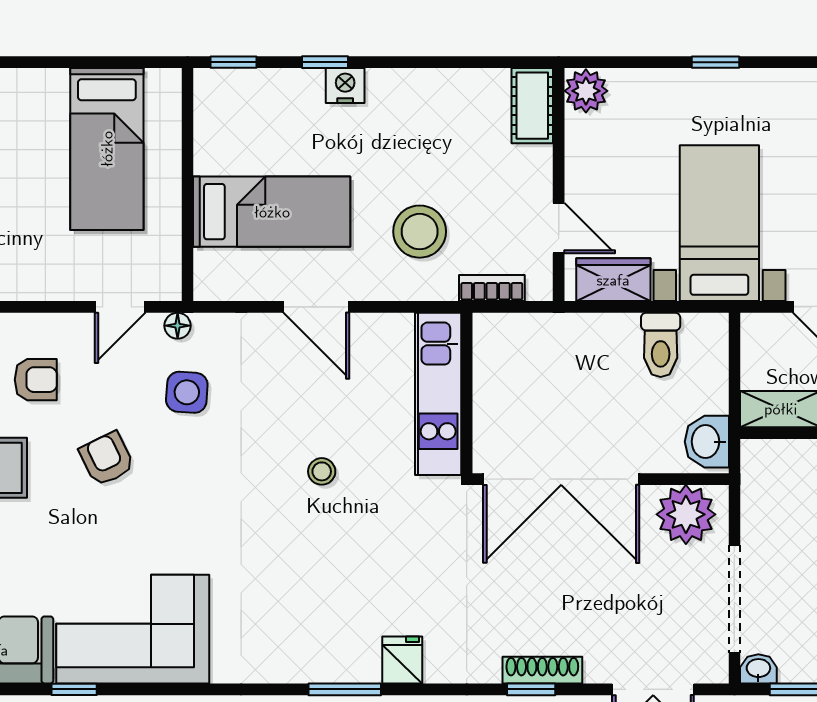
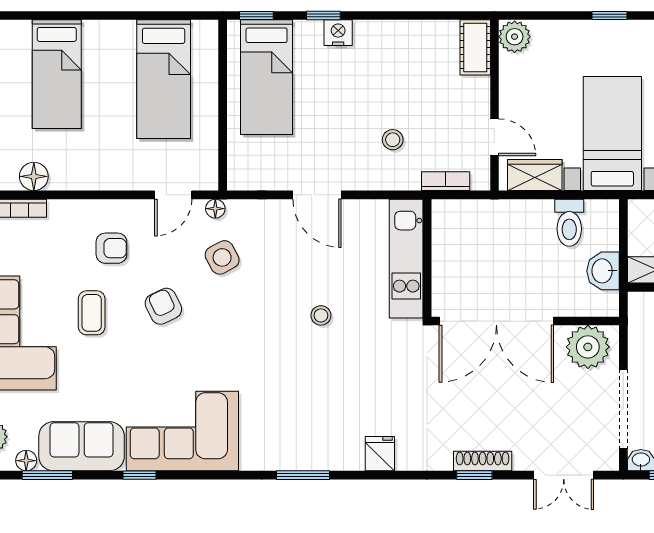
bed: (272, 212) -> (267, 77), moved, turned 90
stool: (420, 232) -> (393, 140), width x0.53, depth x0.53
side table: (187, 392) -> (222, 257), turned -32
washbasin: (707, 442) -> (603, 271), moved
window: (345, 689) -> (303, 475), moved

